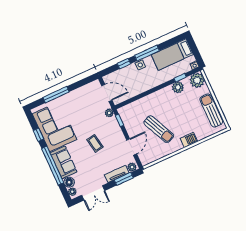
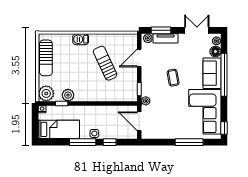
window: (38, 135) -> (224, 128), moved

